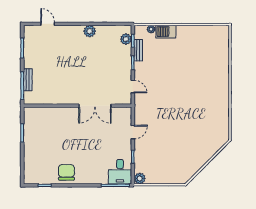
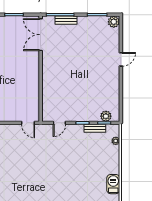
door: (48, 24) -> (121, 59), moved
plant: (90, 31) -> (114, 22), moved
barbecue: (166, 32) -> (113, 184), moved
double door: (95, 106) -> (41, 35), moved
door: (133, 132) -> (28, 123), moved

